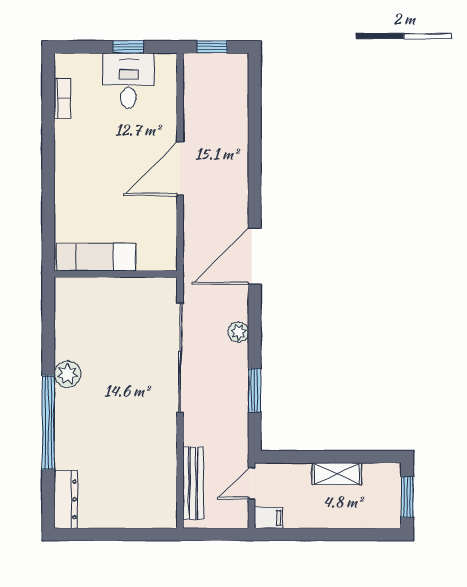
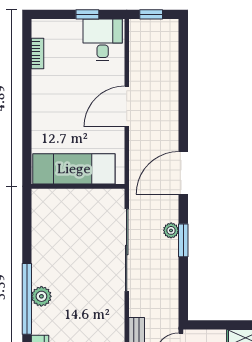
desk: (128, 81) -> (103, 40), moved
exam couch: (96, 257) -> (74, 169), width x1.36, depth x1.45
plant: (67, 374) -> (41, 296), moved
window: (255, 390) -> (183, 240), moved

